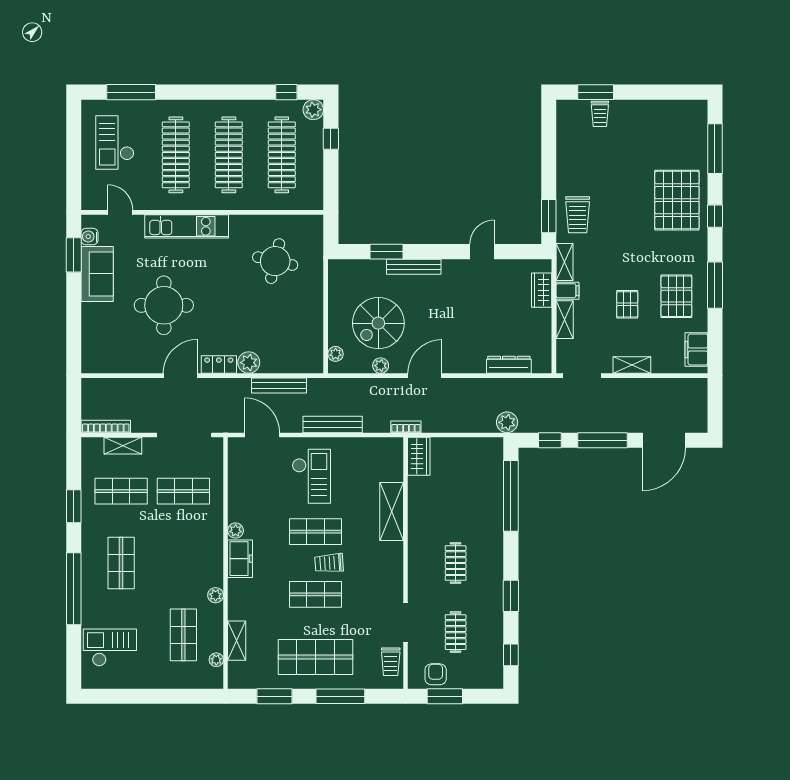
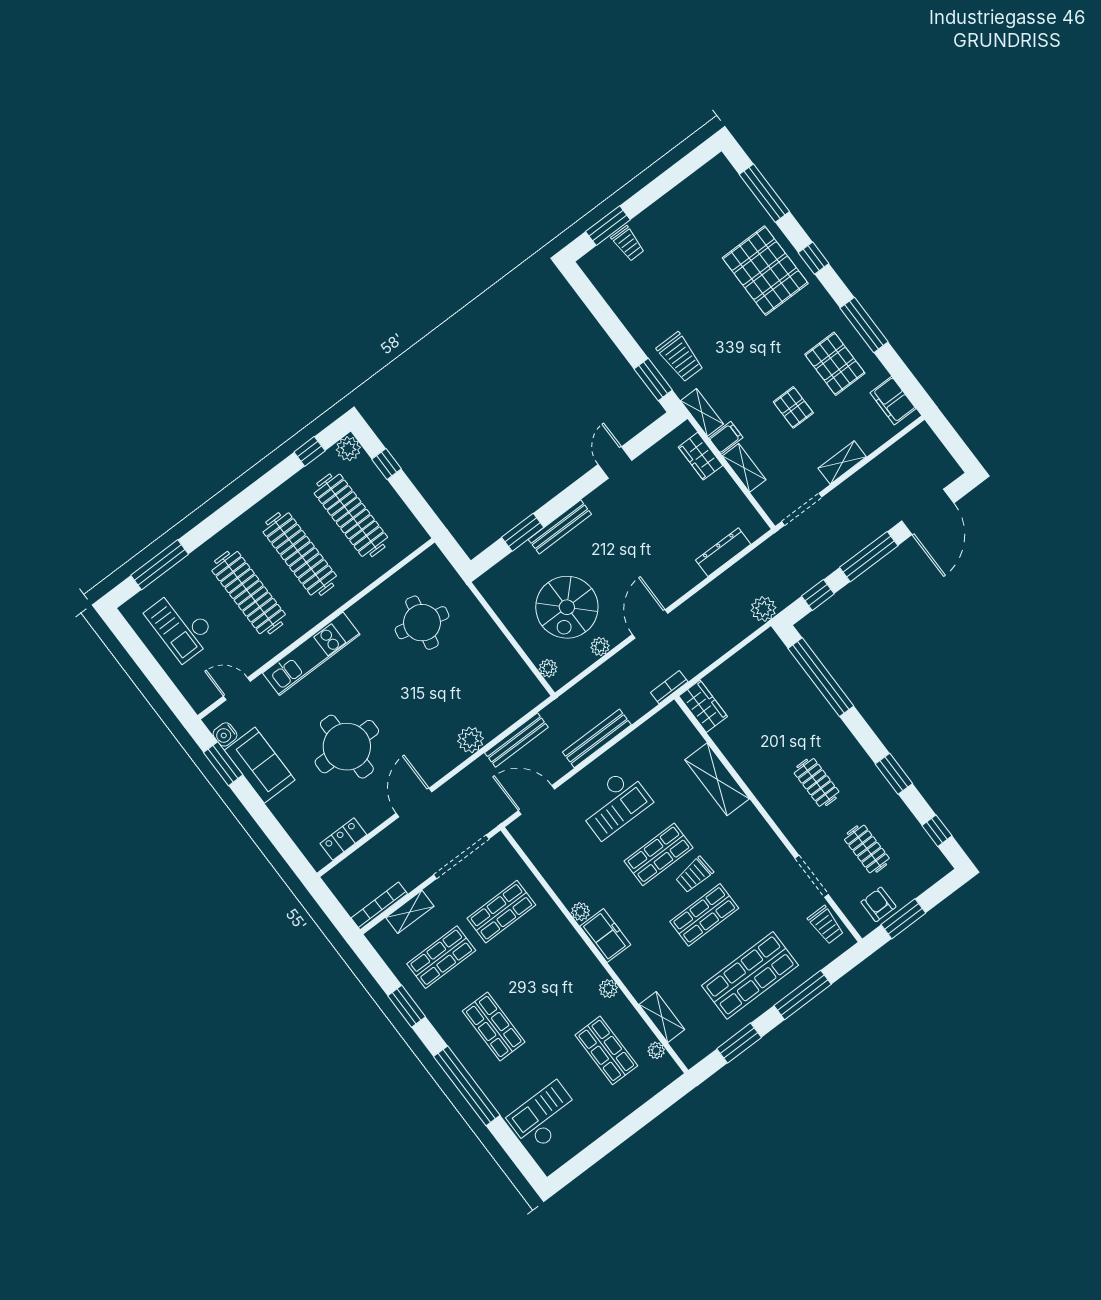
locker: (219, 365) -> (343, 839), moved
checkout: (311, 476) -> (614, 804), turned 90

